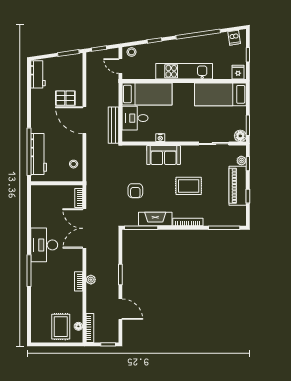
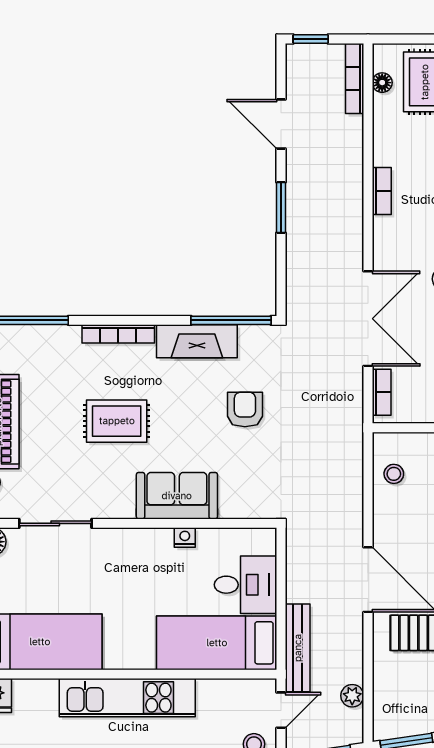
door: (120, 66) -> (281, 710), hinge flipped
bench: (113, 125) -> (298, 648), moved
plant: (91, 280) -> (352, 696), moved

